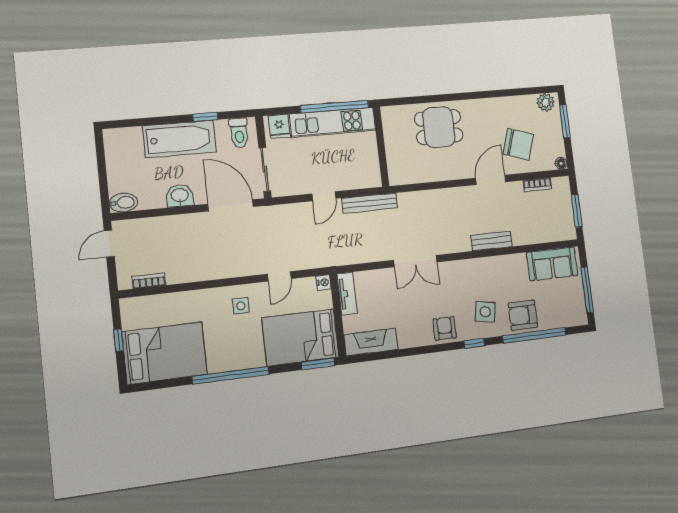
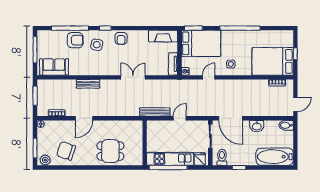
bathtub: (179, 139) -> (275, 157), moved
chair: (518, 144) -> (66, 151), moved
bed: (165, 353) -> (273, 61), moved

